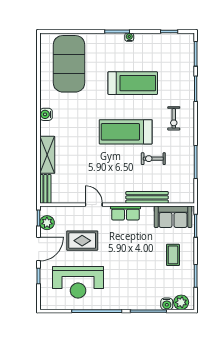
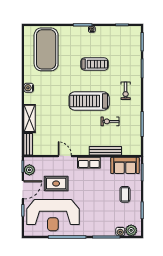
treadmill: (133, 83) -> (94, 64), width x0.73, depth x0.73
reception desk: (78, 282) -> (53, 215), width x1.36, depth x1.30

